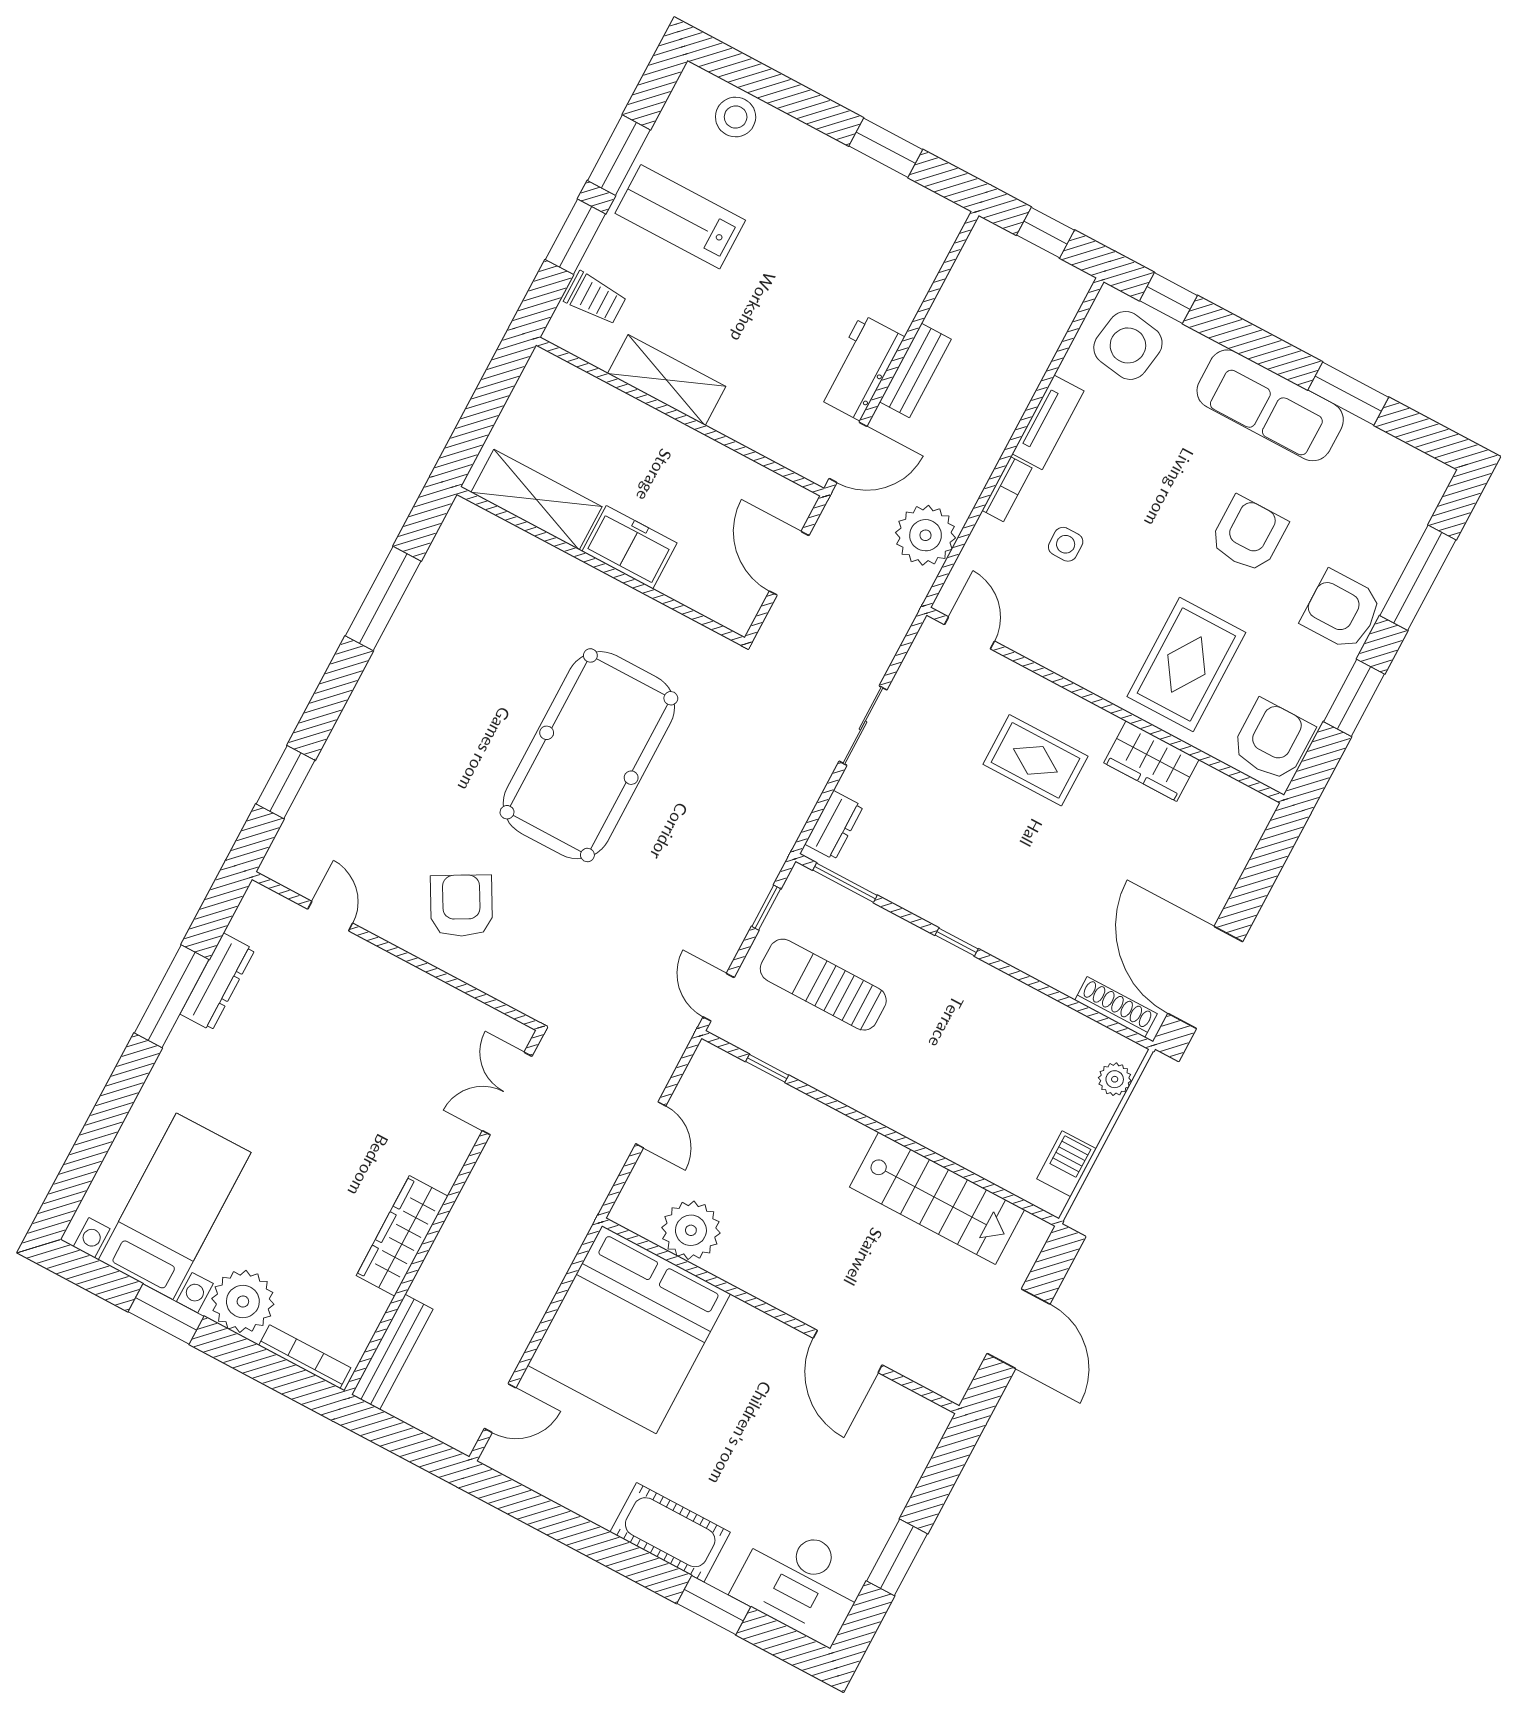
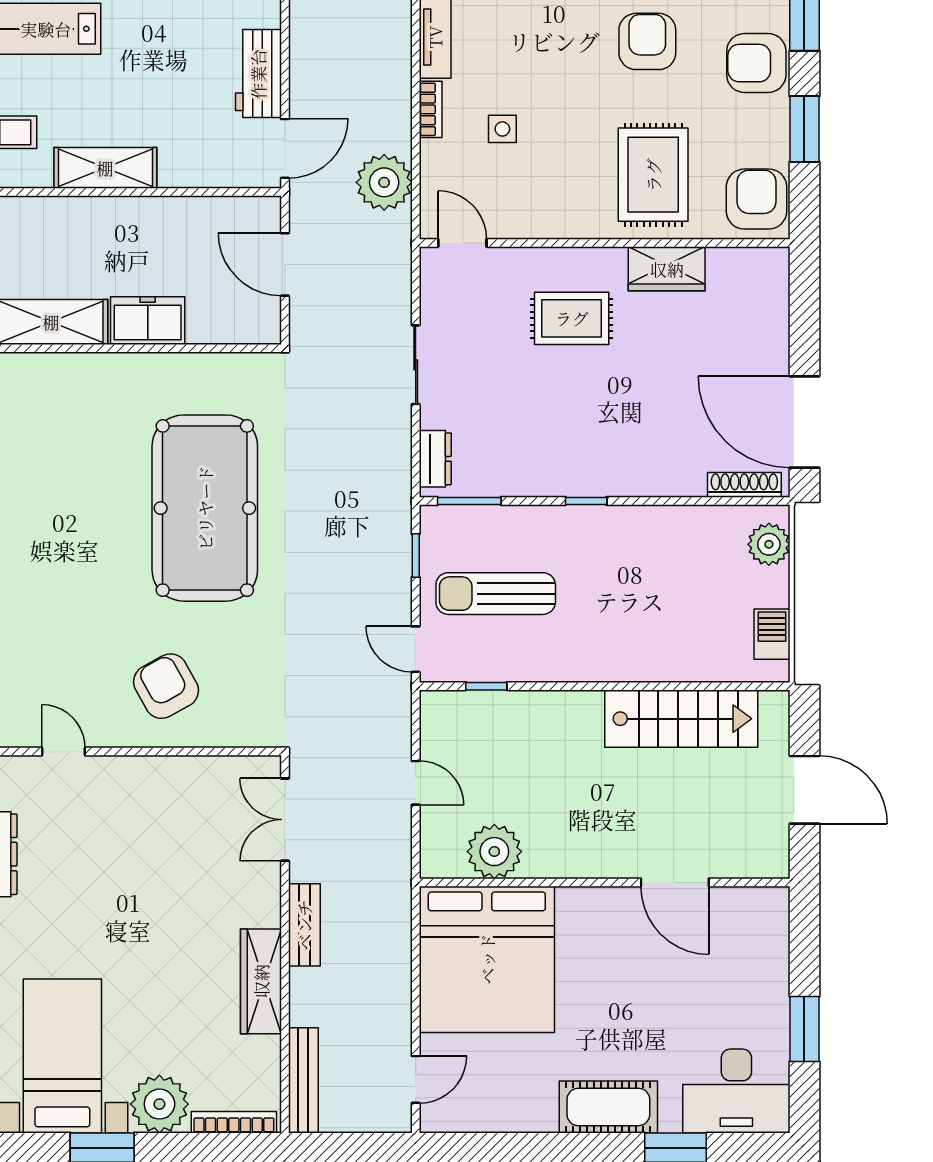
bench: (915, 370) -> (304, 925), moved
plant: (1115, 1079) -> (769, 544), width x1.38, depth x1.38

